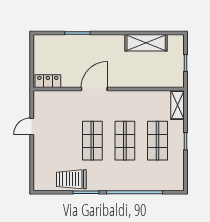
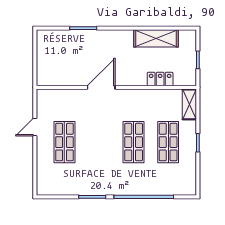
locker: (48, 81) -> (160, 79), moved
shop shelf: (92, 141) -> (64, 142), moved
trolley: (71, 179) -> (77, 183), removed

